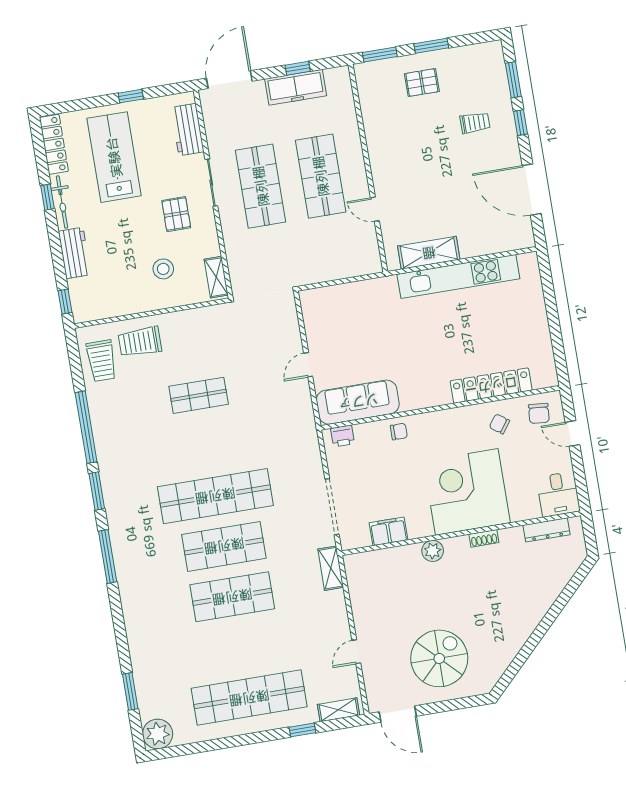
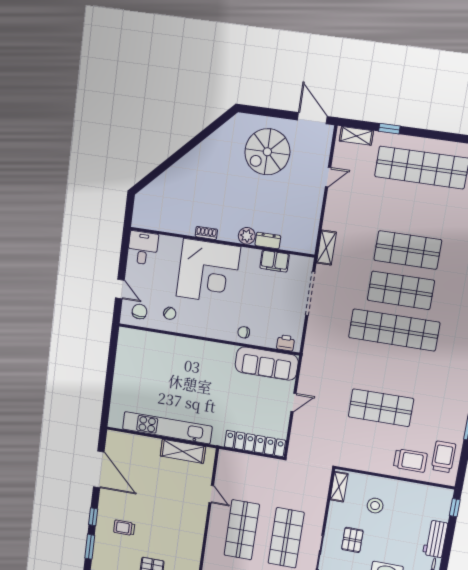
locker: (491, 386) -> (255, 443), moved, turned 180
shop shelf: (199, 395) -> (381, 408), width x1.43, depth x1.36
dresser: (546, 530) -> (268, 241), moved, width x0.70

